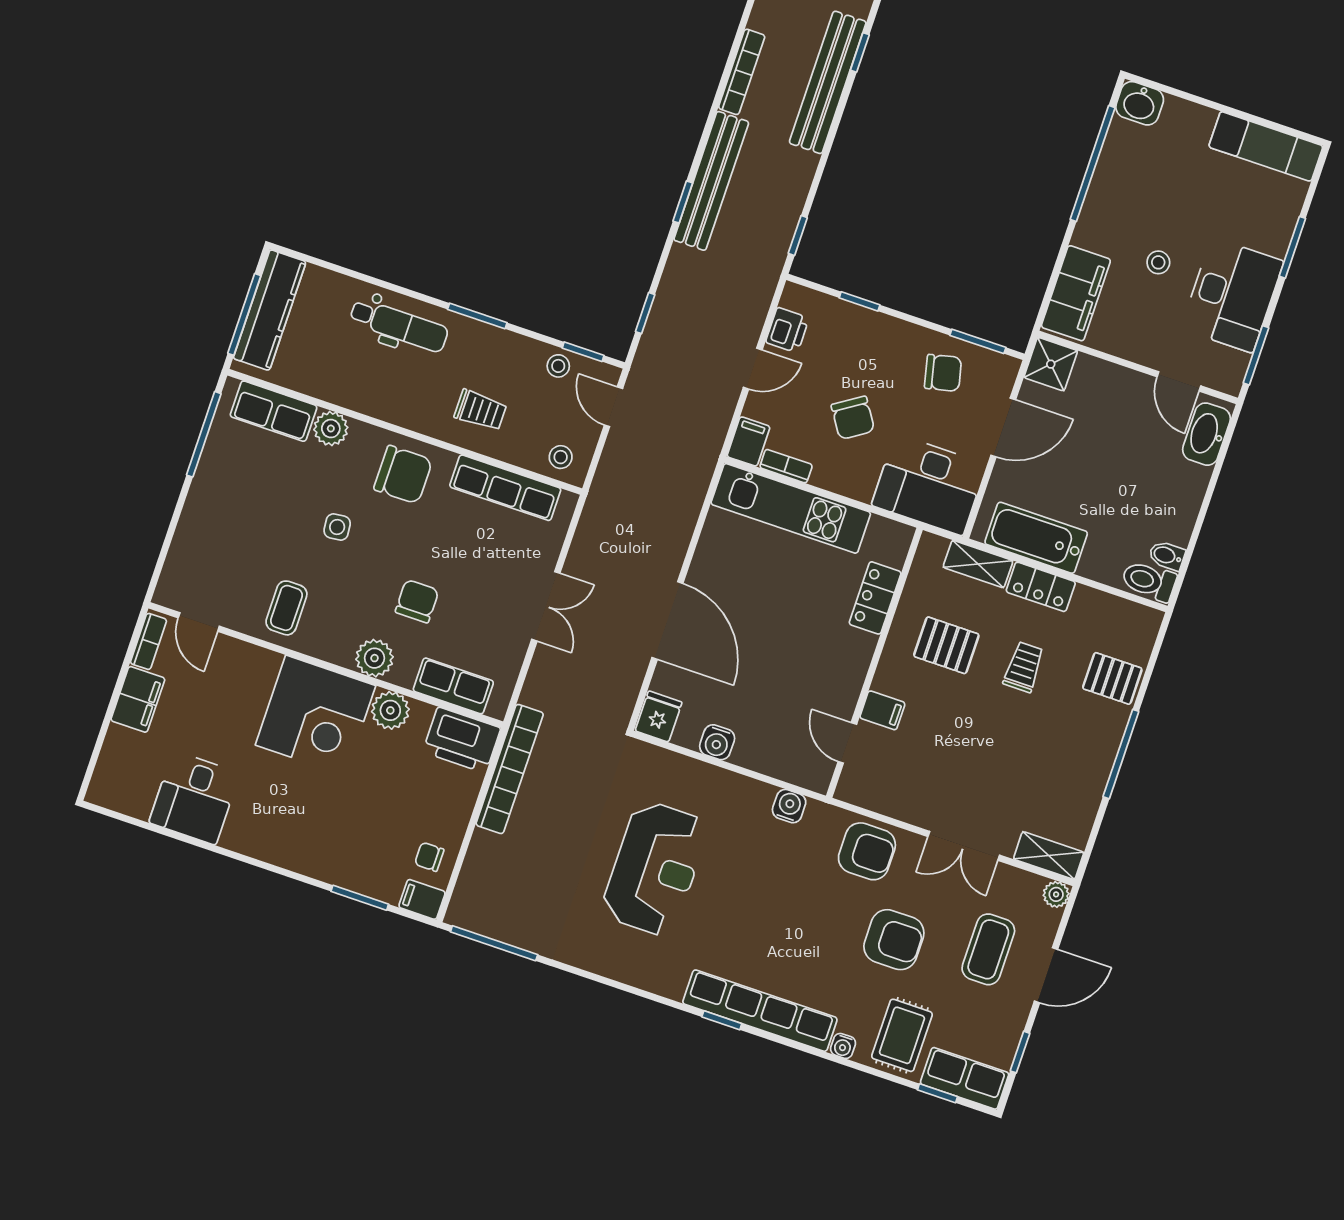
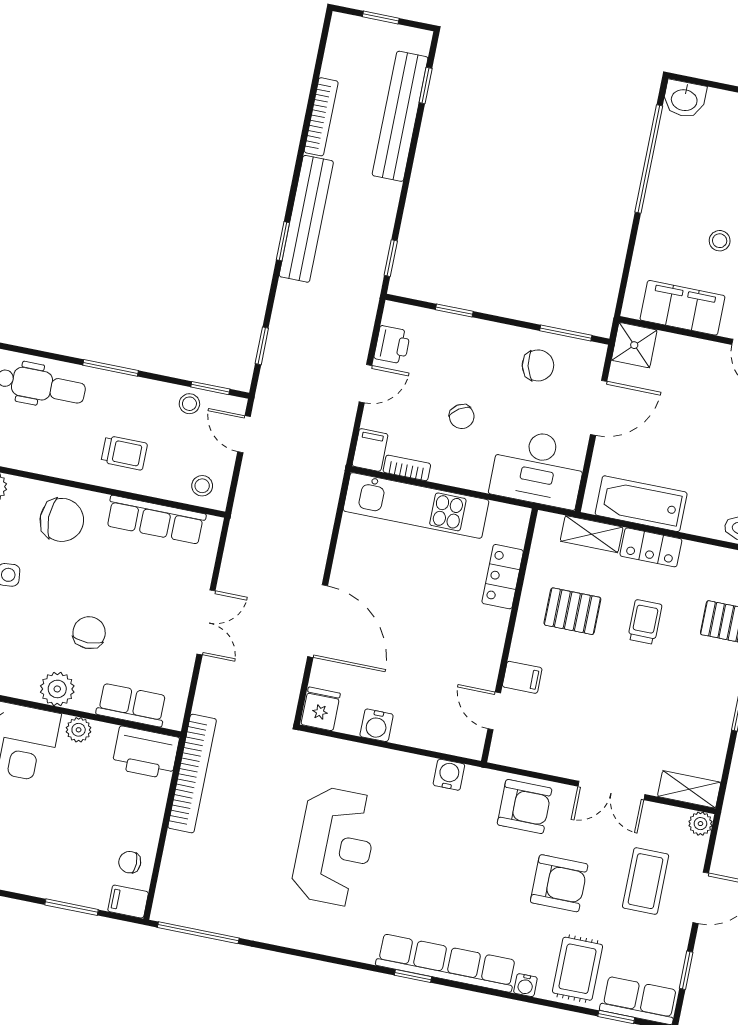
filing cabinet: (1076, 293) -> (682, 308), moved, turned -90
chair: (853, 418) -> (462, 416), width x0.73, depth x0.73
plant: (390, 710) -> (79, 730), width x0.73, depth x0.73

